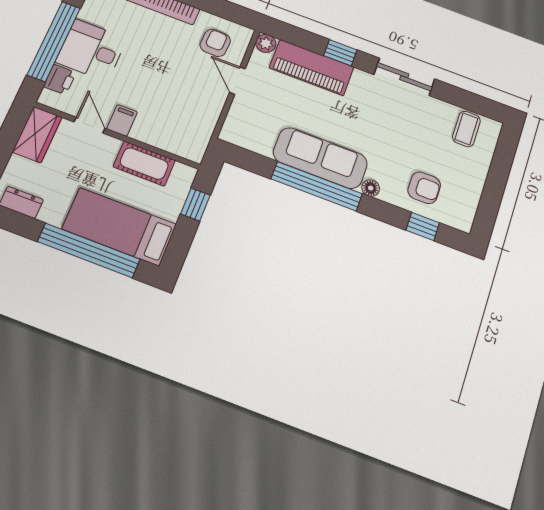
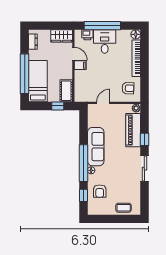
door: (237, 81) -> (103, 103), moved
door: (89, 125) -> (73, 54), hinge flipped
coffee table: (466, 129) -> (124, 208), moved
cot: (144, 164) -> (66, 91), moved
window: (317, 186) -> (83, 163), moved

